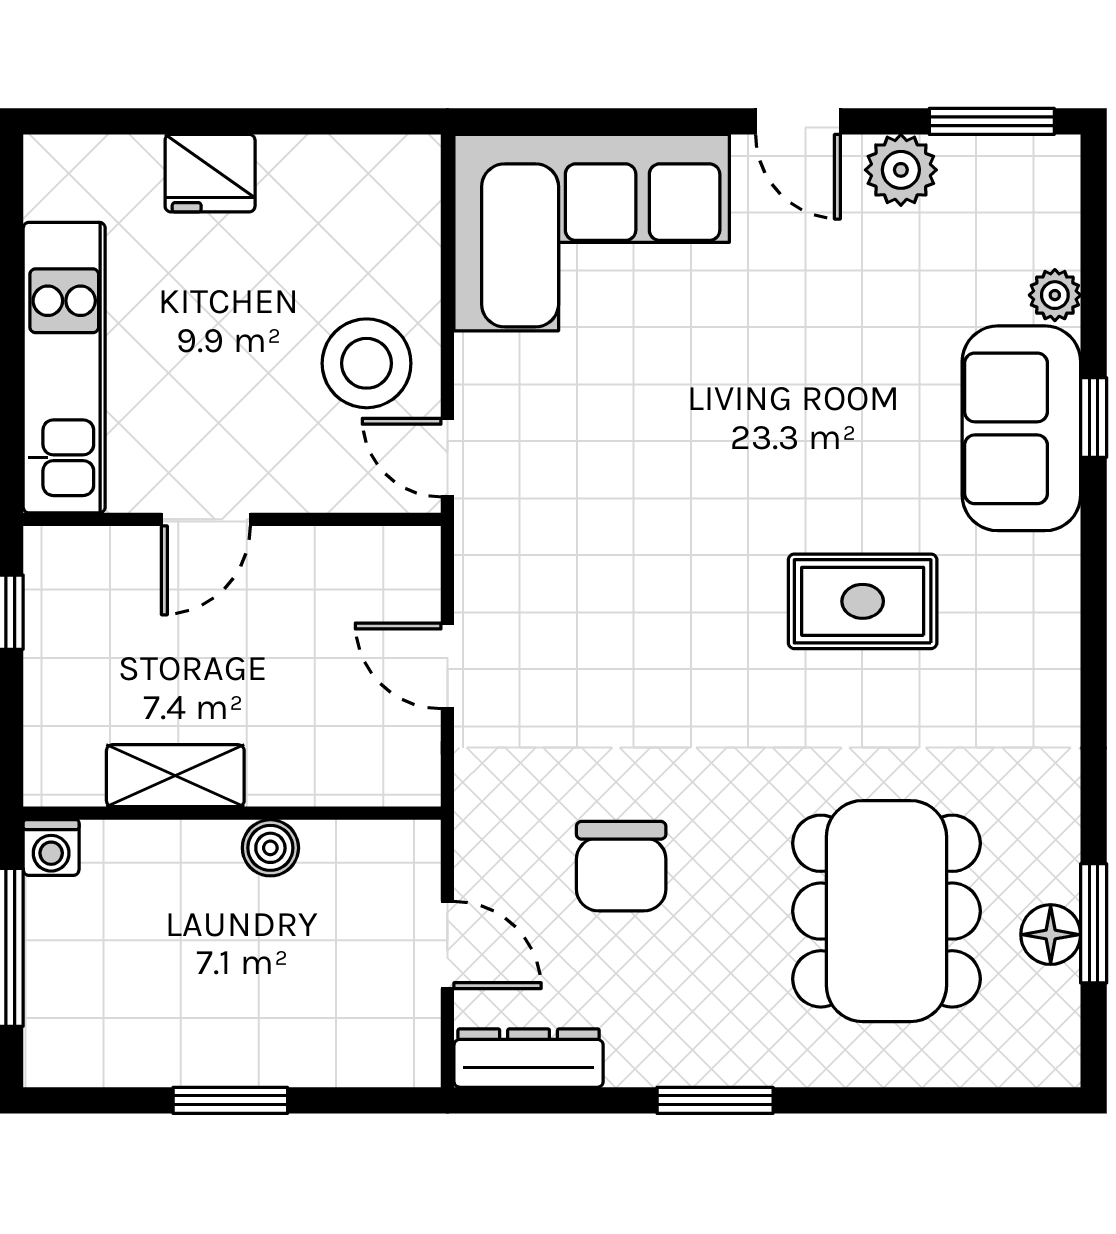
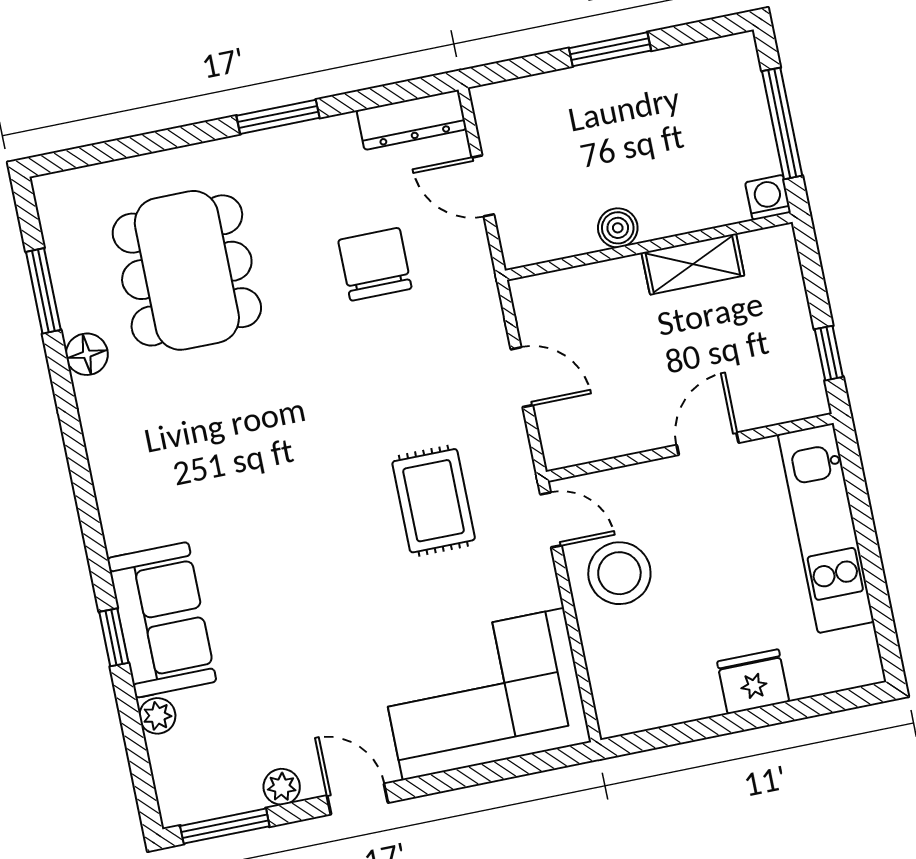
plant: (901, 170) -> (282, 787), width x0.73, depth x0.73
rug: (863, 601) -> (434, 501), moved, turned 90
floor lamp: (1051, 935) -> (87, 354), moved

